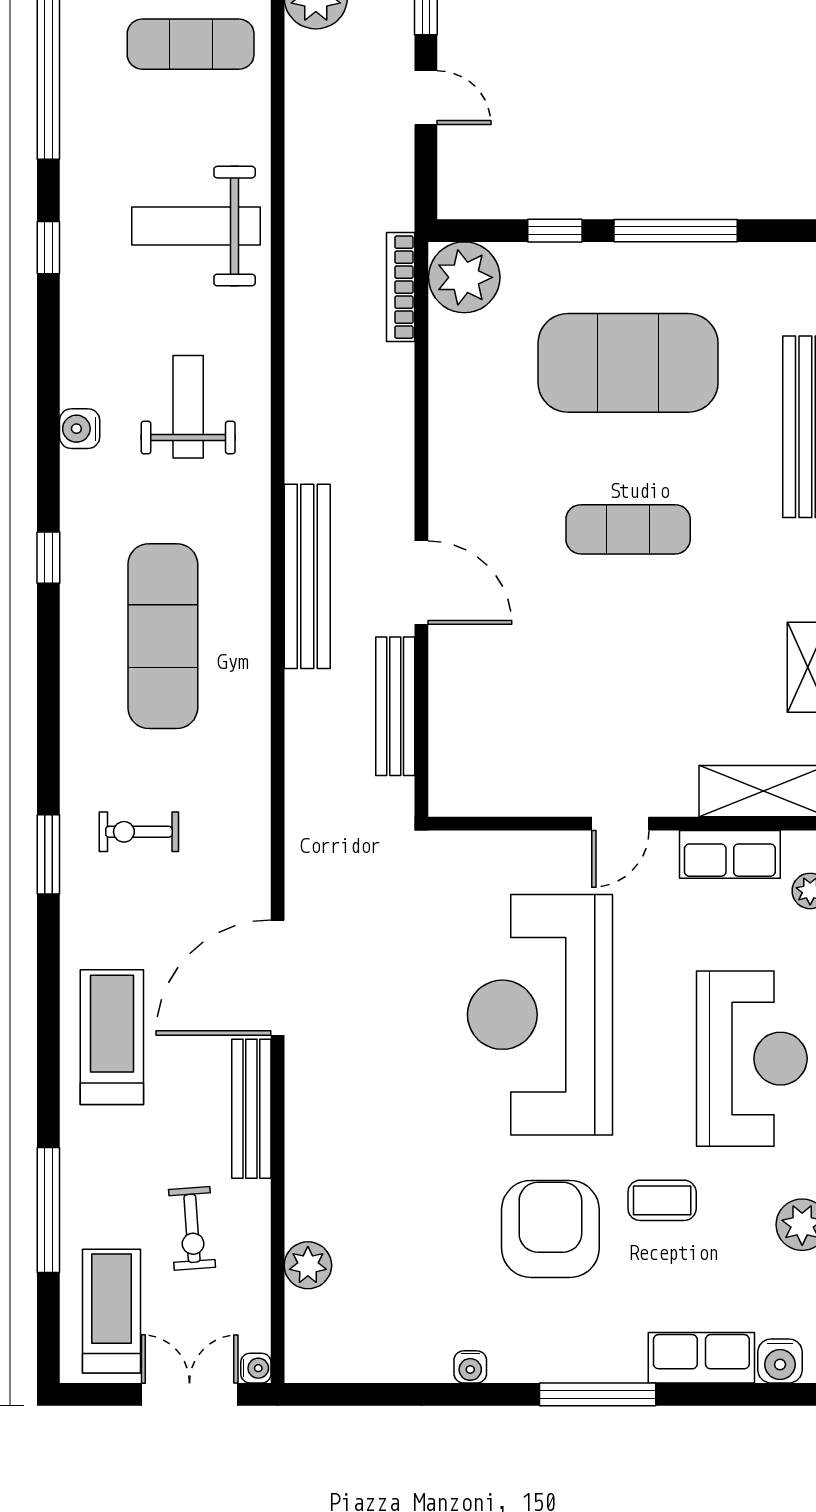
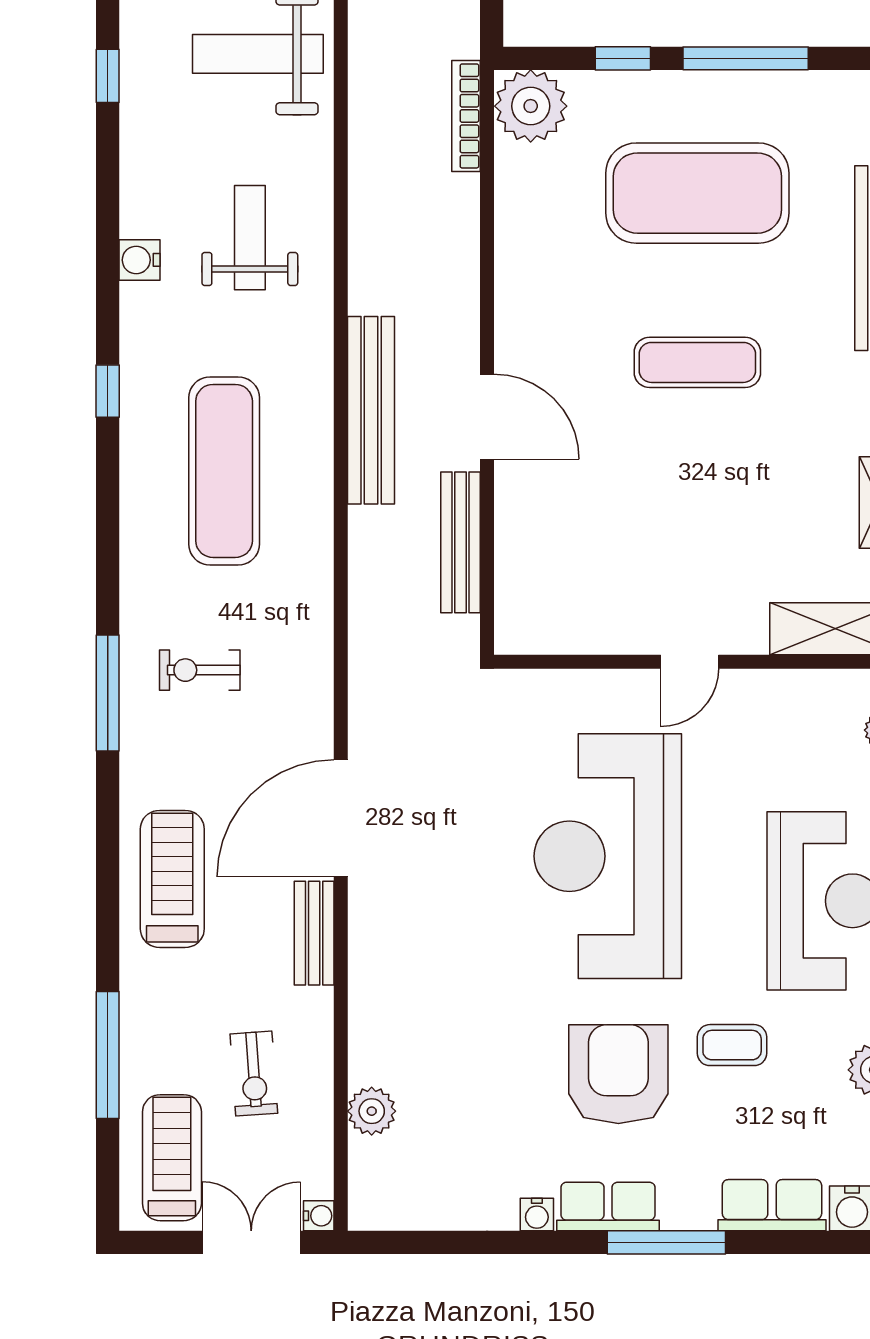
window: (48, 854) -> (108, 693), width x1.44
row of seats: (730, 854) -> (608, 1207), moved, turned 180
bench: (251, 1109) -> (314, 933), width x0.73

